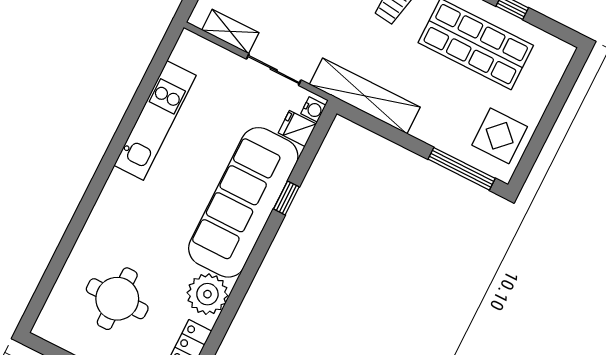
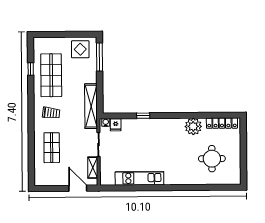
sofa: (243, 202) -> (153, 131), removed

